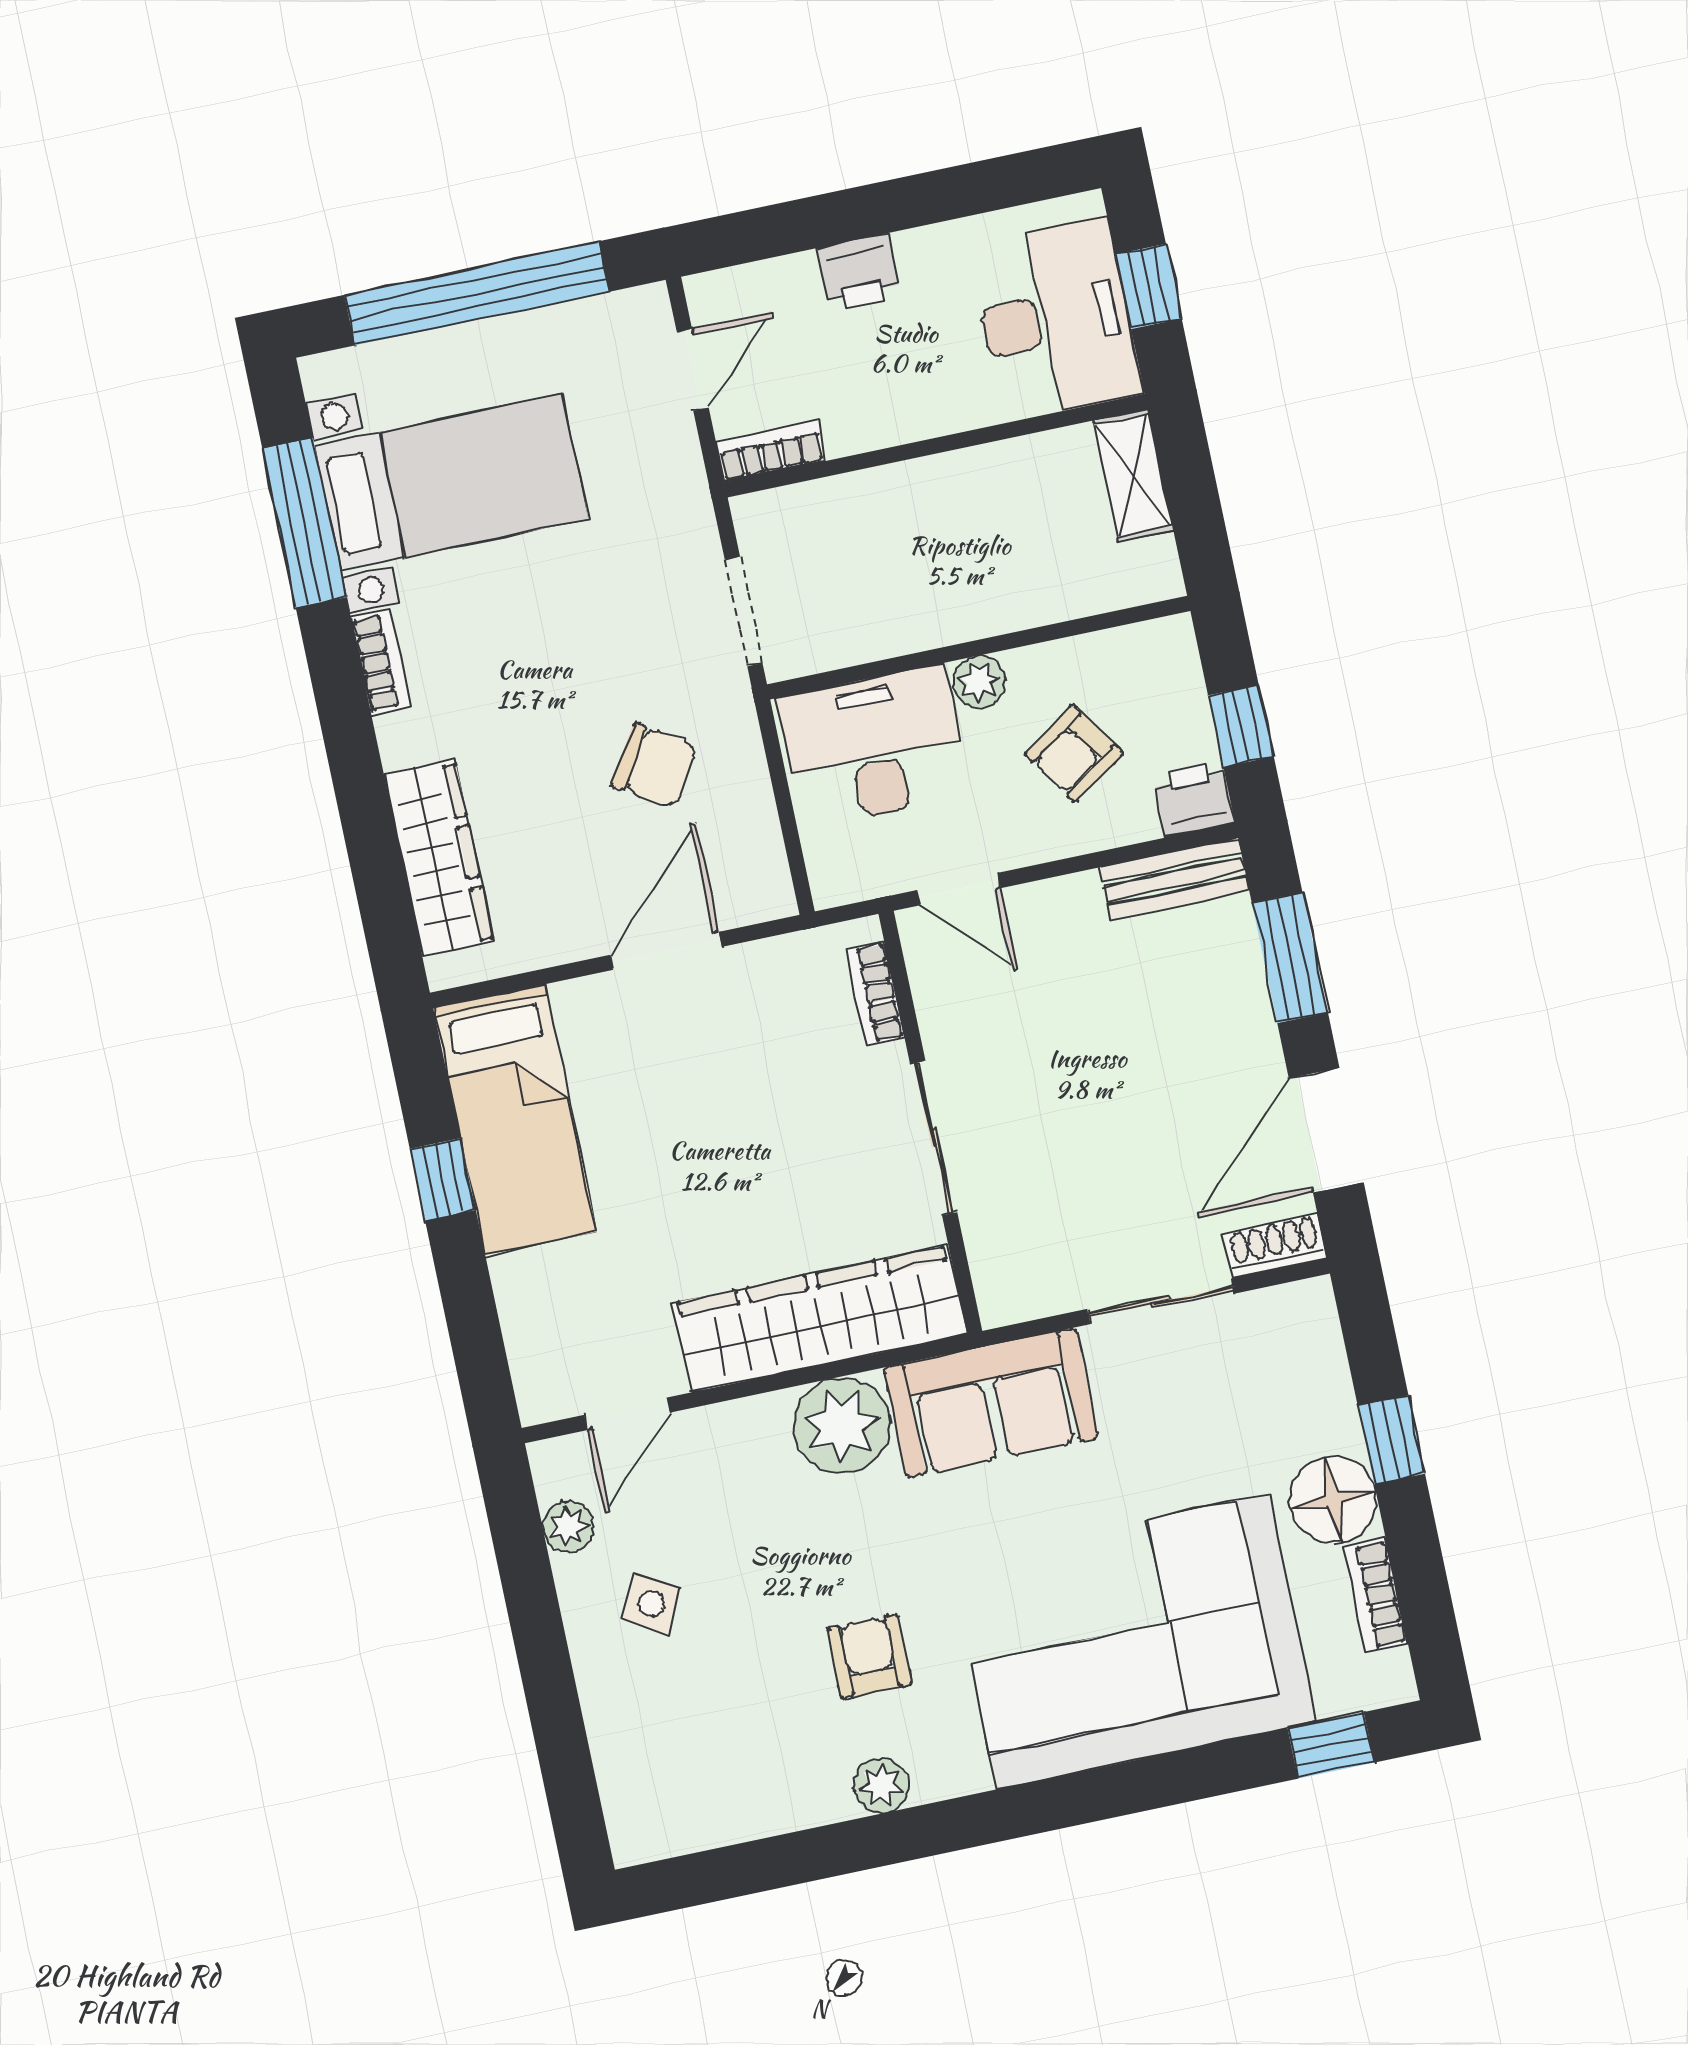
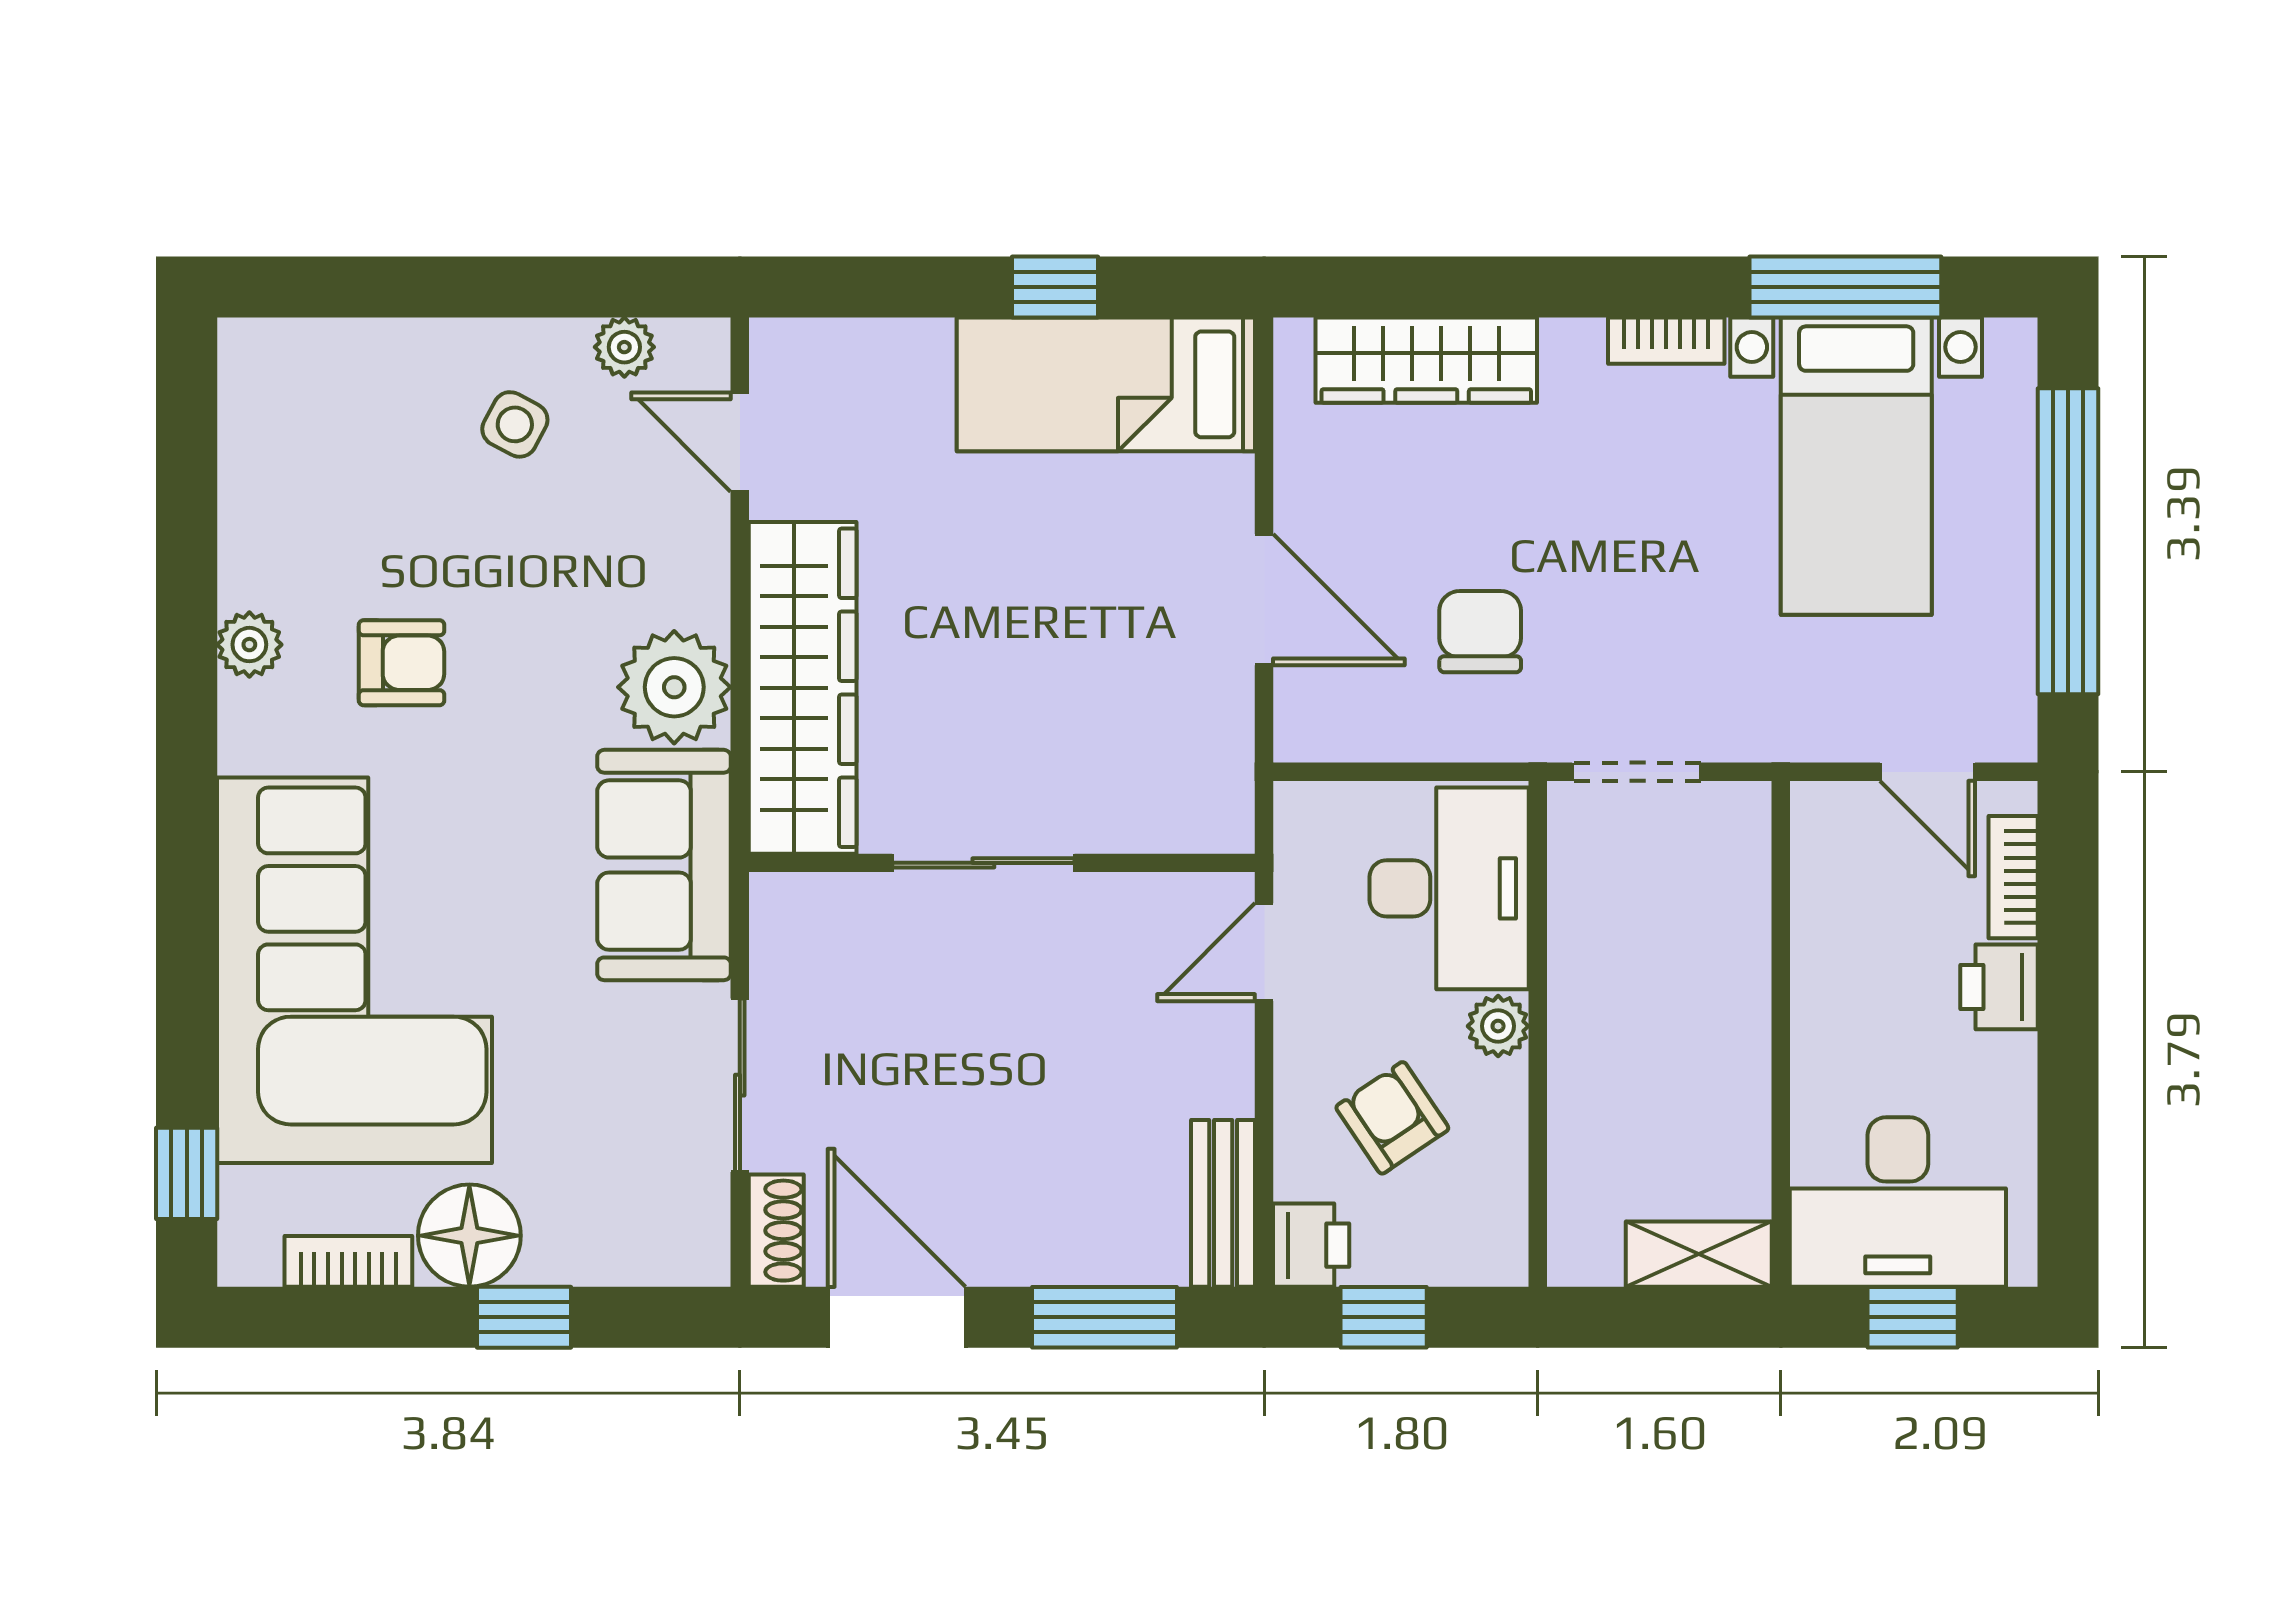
bookcase: (771, 451) -> (2013, 877), moved, turned 180
chair: (655, 766) -> (1480, 632), turned 148
bookcase: (875, 994) -> (1164, 830), removed

